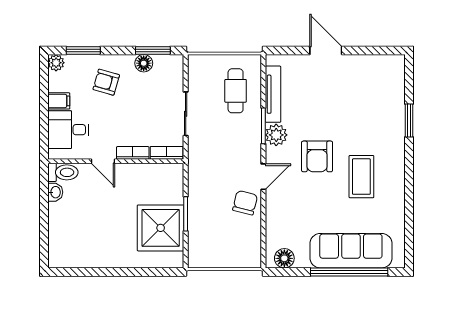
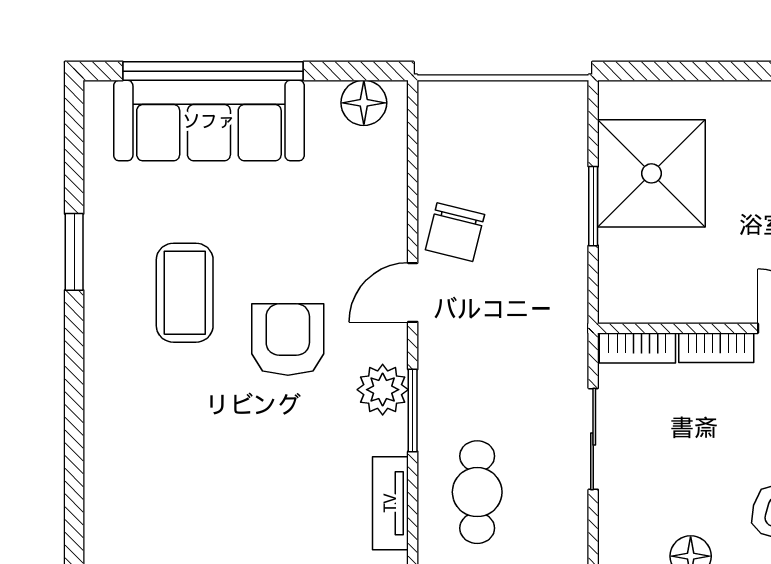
tv unit: (273, 94) -> (390, 503), width x0.71
window: (409, 120) -> (74, 252), moved

